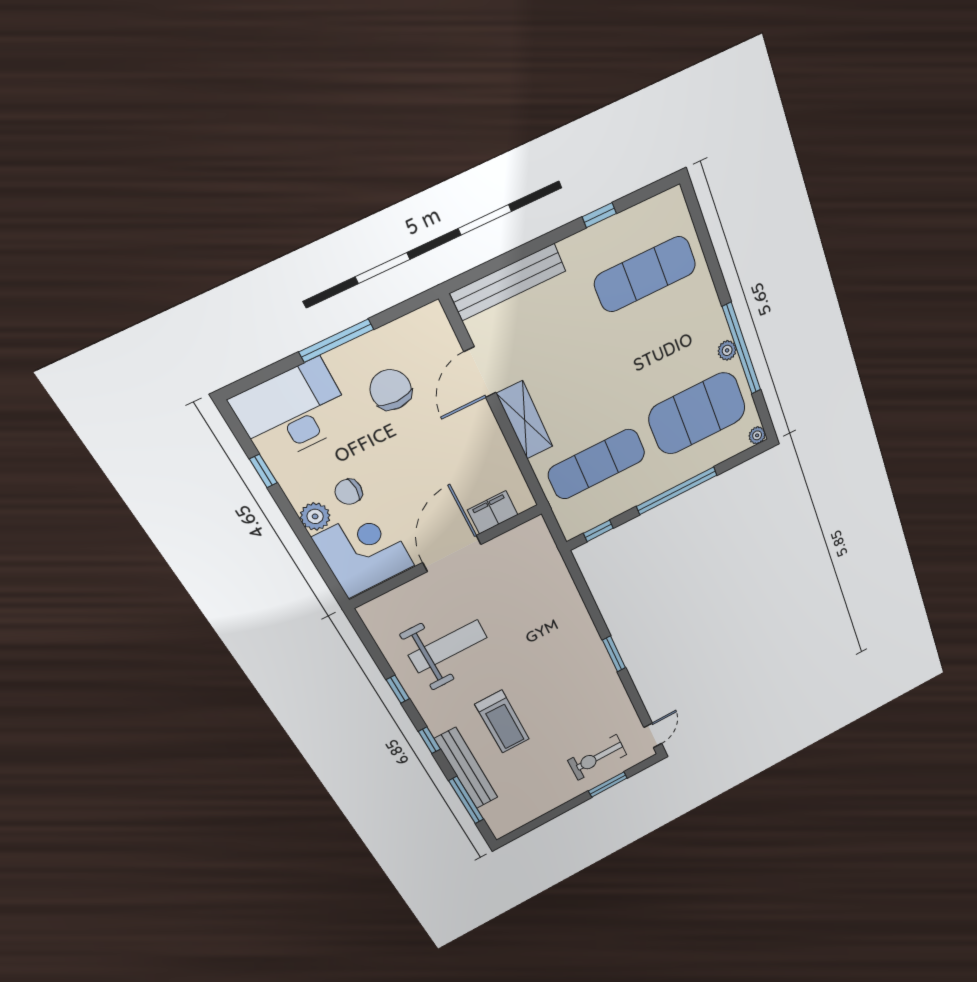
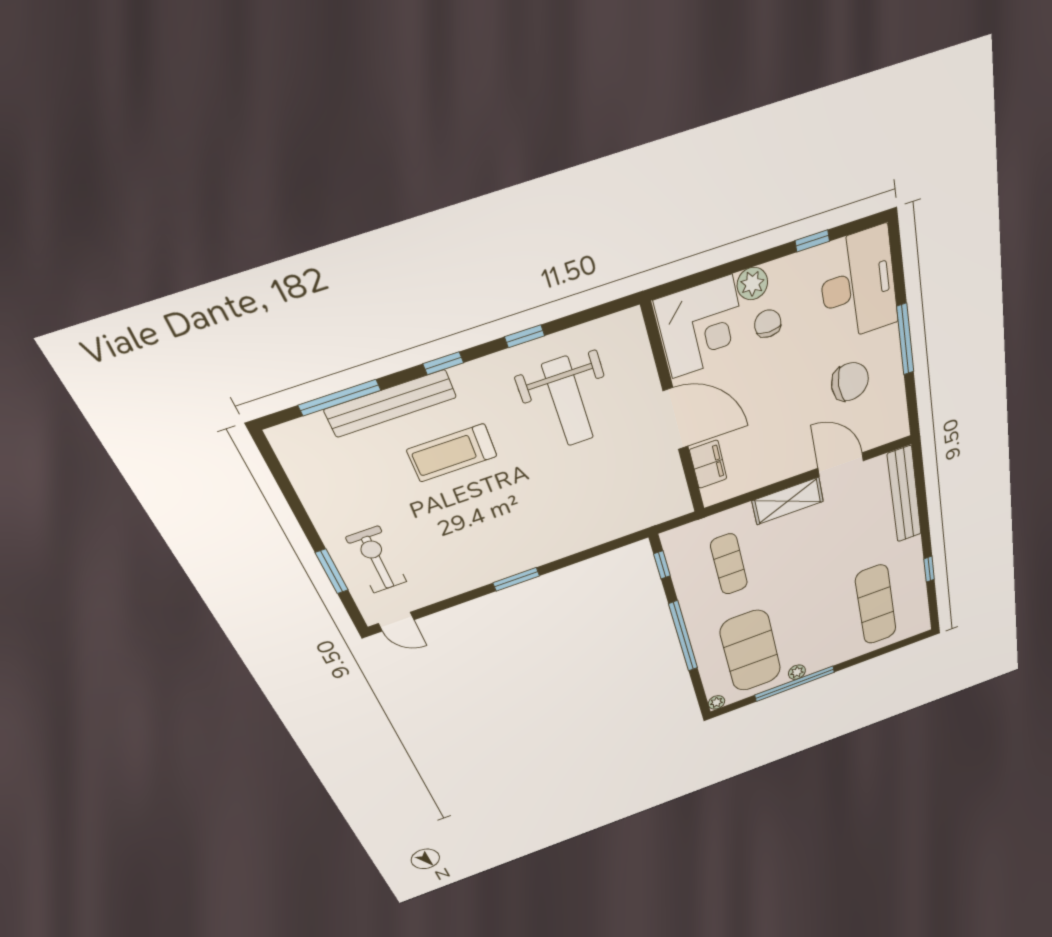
exercise mat: (597, 464) -> (729, 564), width x0.73, depth x0.69

